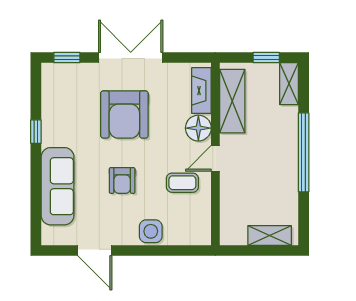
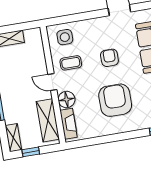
double door: (131, 58) -> (117, 137), removed
door: (215, 158) -> (52, 82), swing flipped
side table: (151, 231) -> (65, 37), moved

